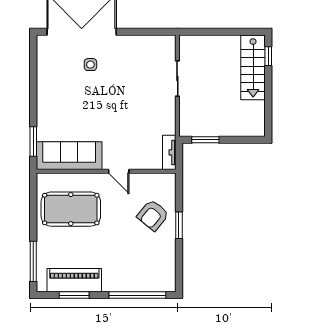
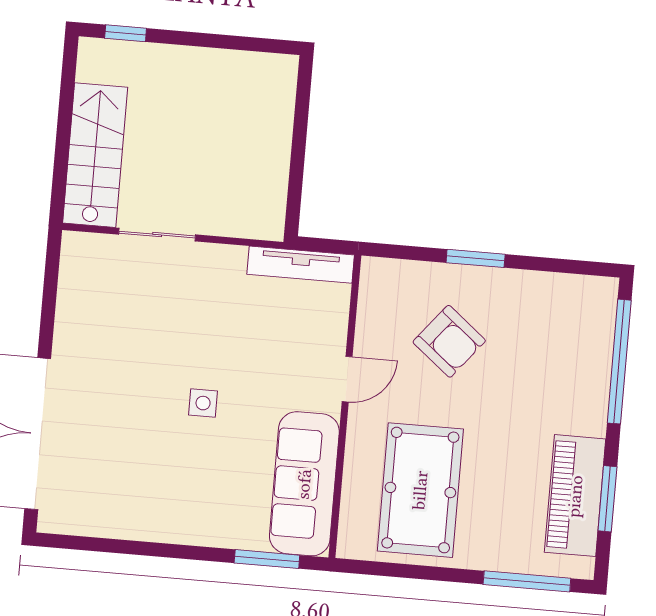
side table: (90, 65) -> (203, 403), moved
stairs: (253, 67) -> (95, 155), moved, turned -90
window: (205, 140) -> (295, 185), removed
tv unit: (169, 152) -> (301, 265), width x1.41
armchair: (153, 215) -> (449, 341), moved

